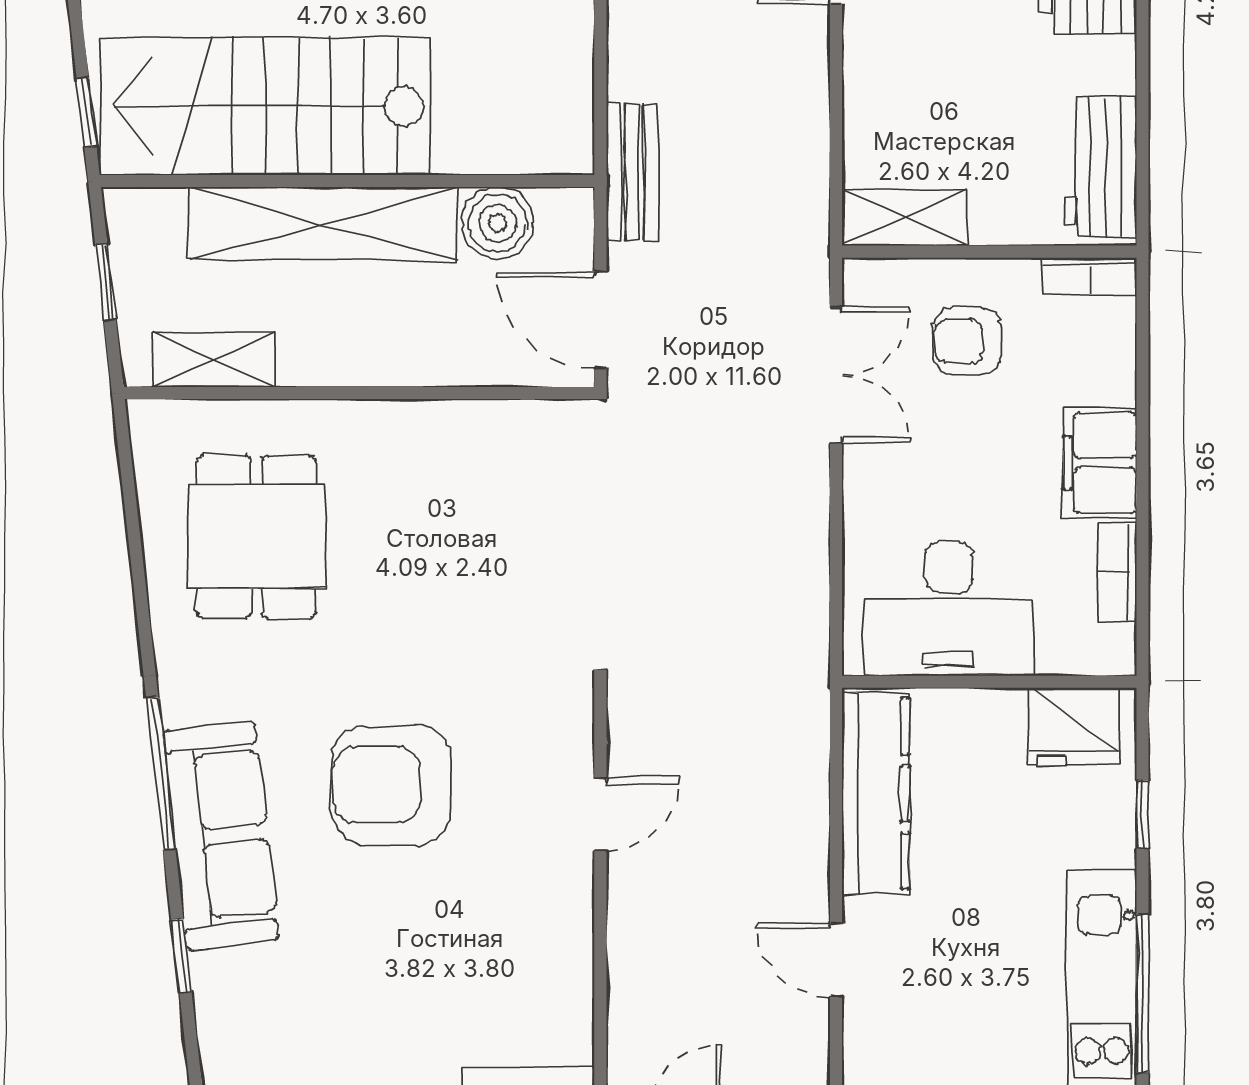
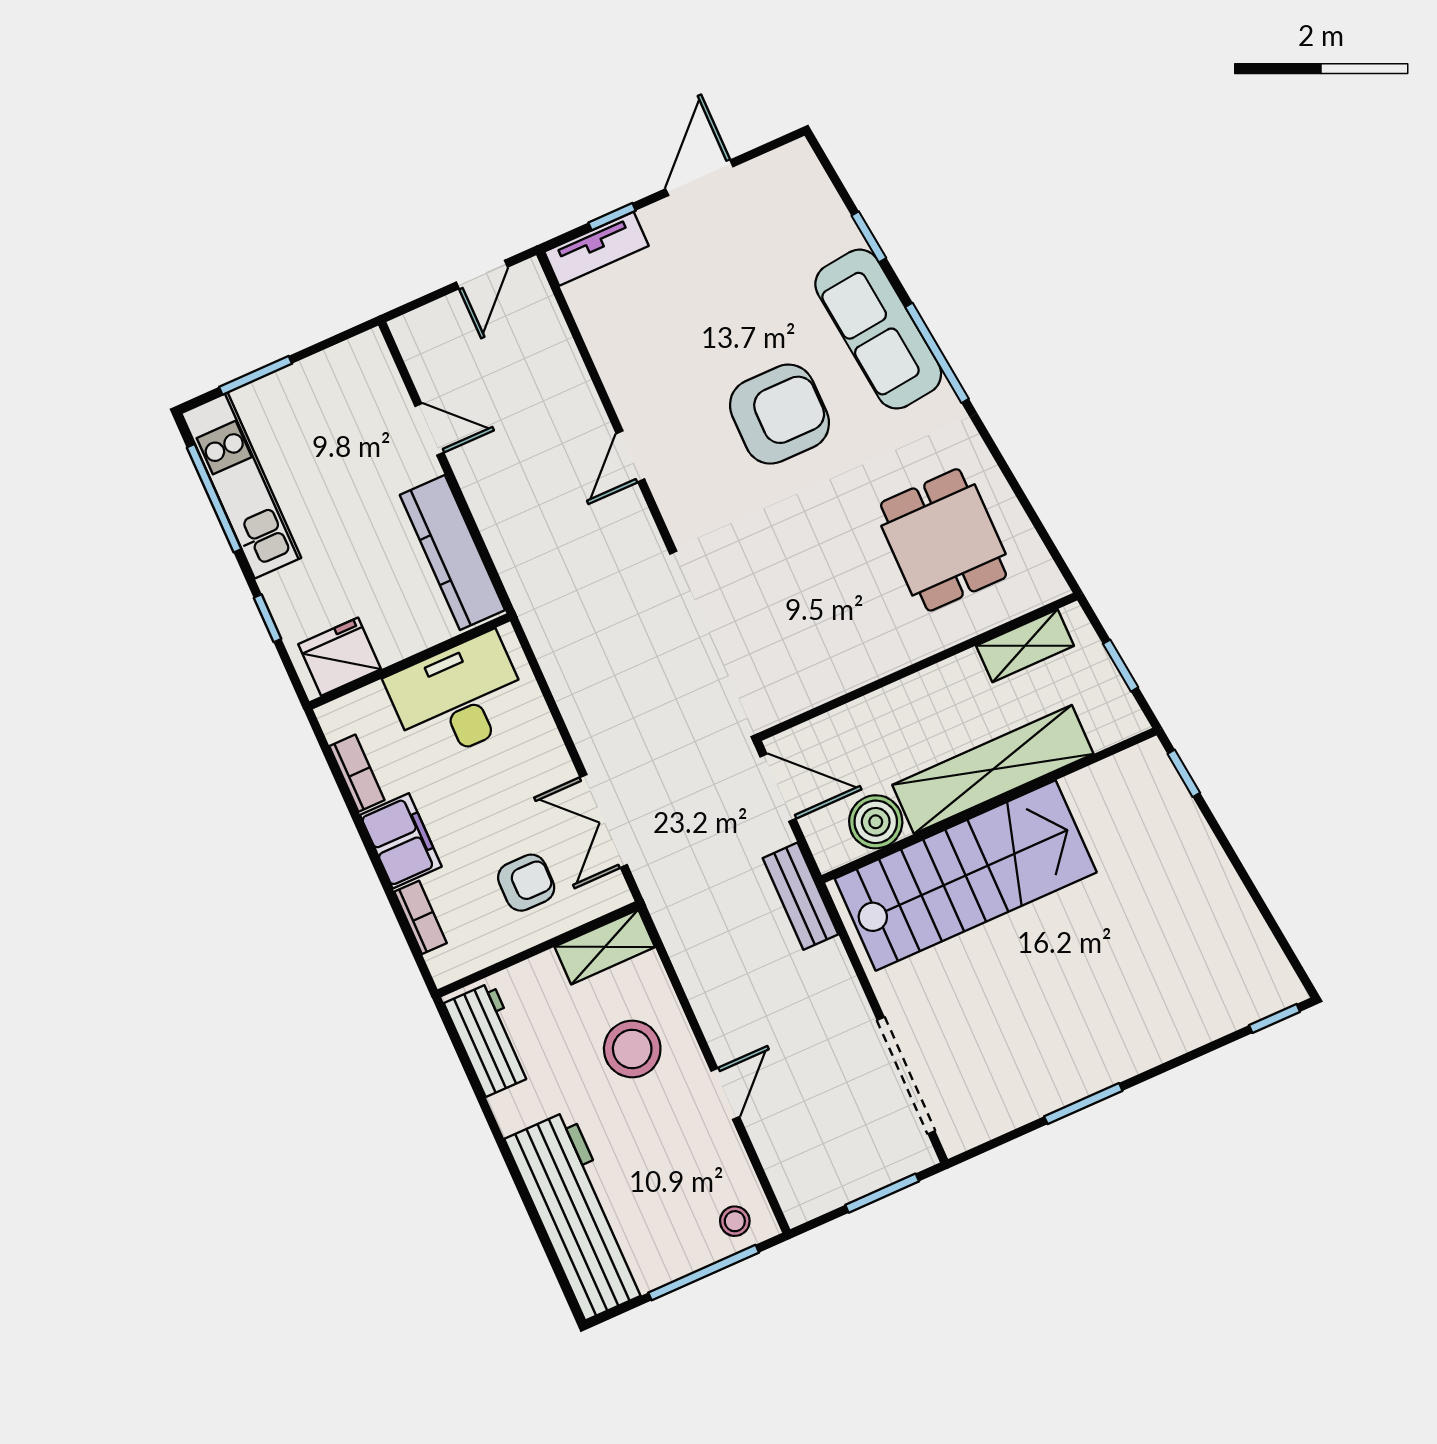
stool: (927, 75) -> (632, 1049), added
stairs: (265, 106) -> (966, 875), moved
bookcase: (1090, 276) -> (420, 917), moved, turned 90

